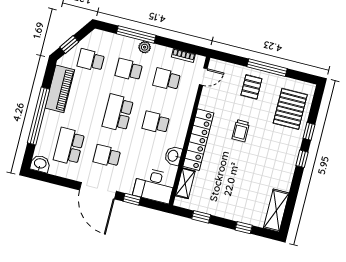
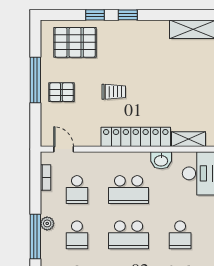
school desk: (156, 122) -> (129, 190), width x1.85

